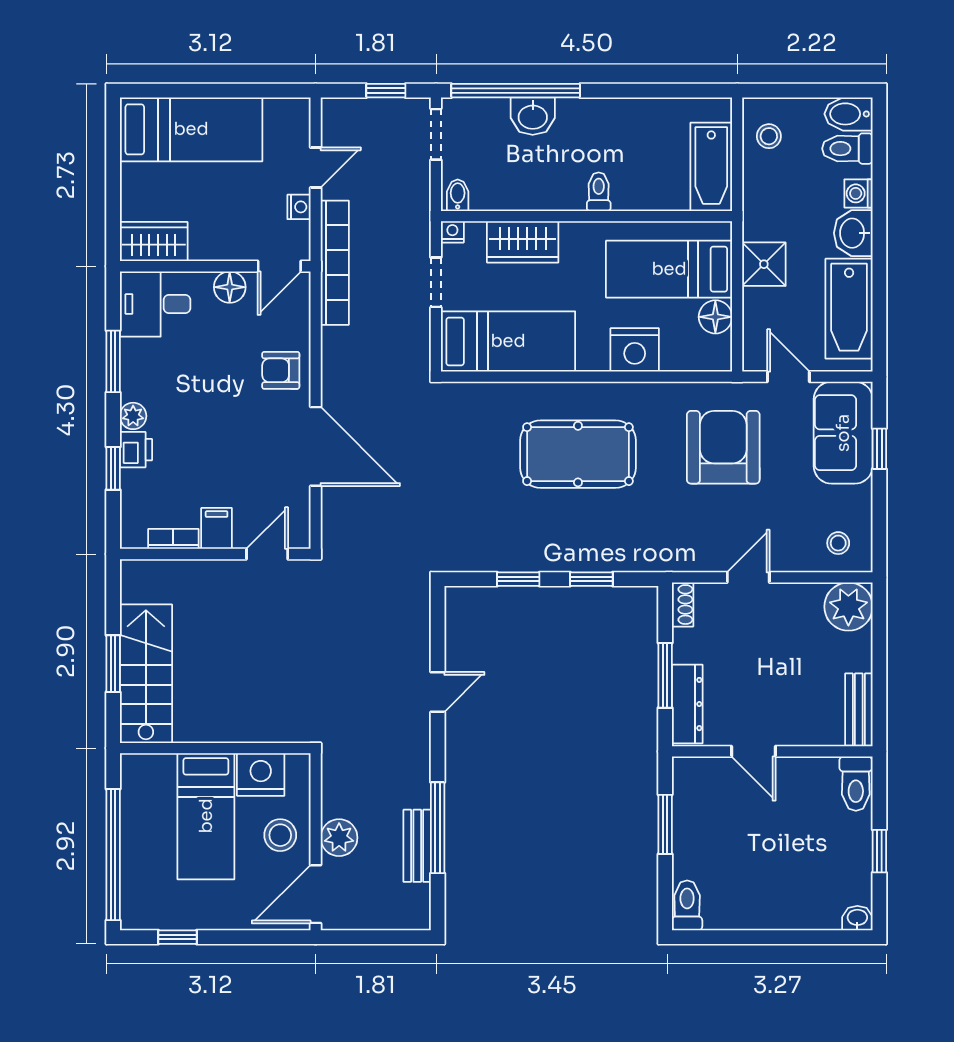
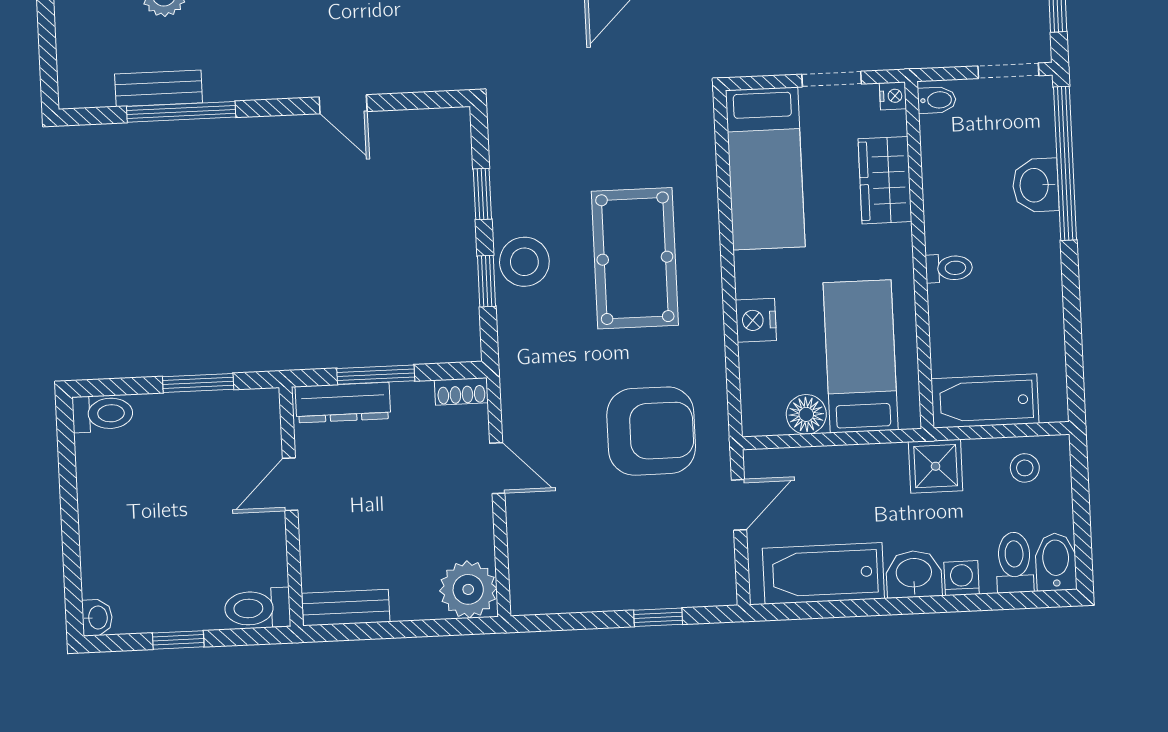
shower: (764, 264) -> (936, 466), moved
nightstand: (635, 350) -> (756, 320), width x0.74, depth x0.75
sofa: (843, 433) -> (675, 573), removed
stool: (838, 543) -> (524, 262), moved, width x1.89, depth x1.89

